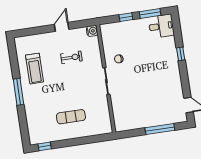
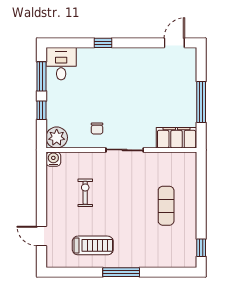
door: (62, 27) -> (41, 236), moved
plant: (108, 31) -> (57, 137), added
filing cabinet: (121, 117) -> (177, 138), added
window: (160, 129) -> (201, 102), moved

